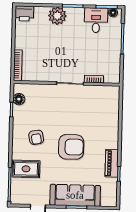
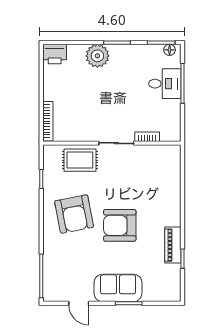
desk: (96, 20) -> (165, 84), moved, turned 90
floor lamp: (19, 99) -> (50, 165), removed
armchair: (36, 137) -> (74, 214), width x1.88, depth x1.88
armchair: (71, 147) -> (120, 225), turned 180
rug: (26, 169) -> (80, 160), moved
sofa: (75, 195) -> (118, 288), width x0.73

